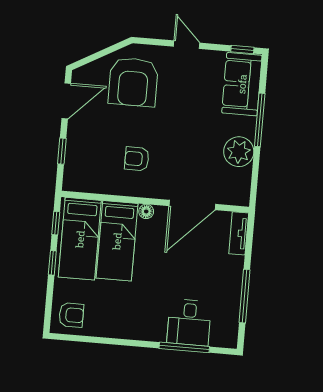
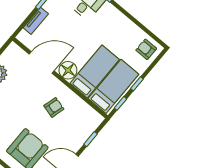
armchair: (137, 159) -> (54, 107), turned -75
floor lamp: (146, 211) -> (68, 70), width x1.89, depth x1.89
tv unit: (239, 233) -> (36, 21), moved

